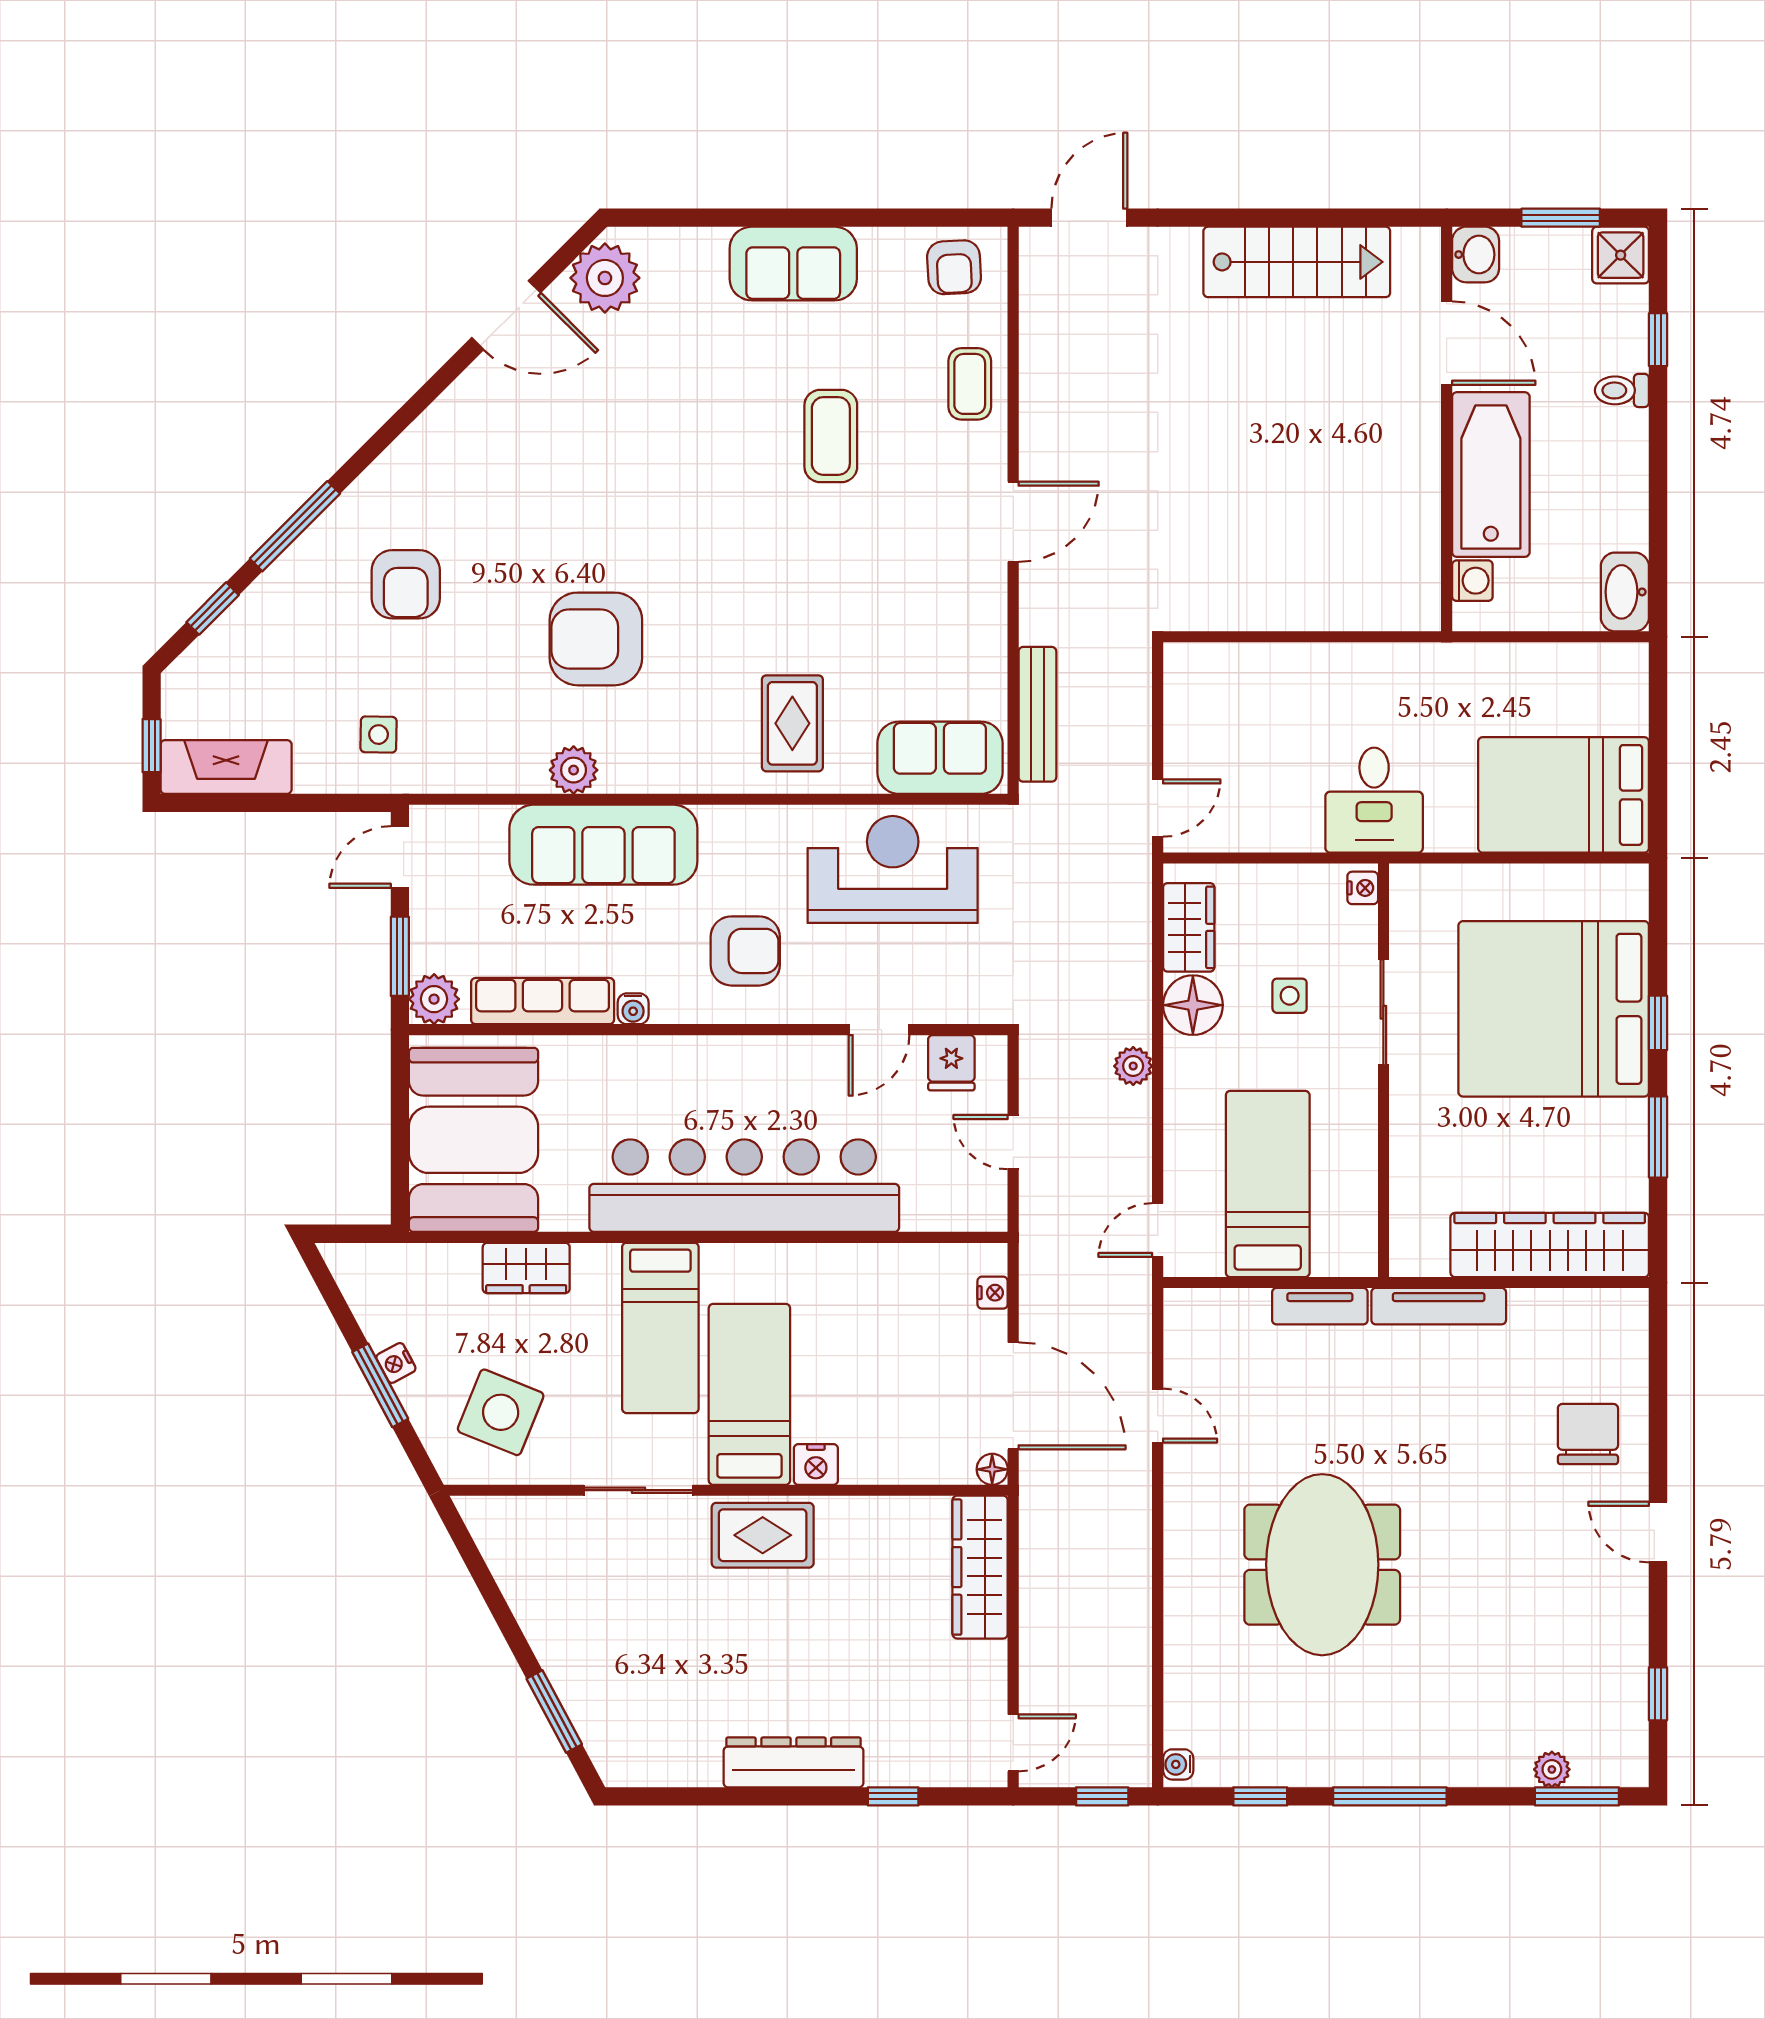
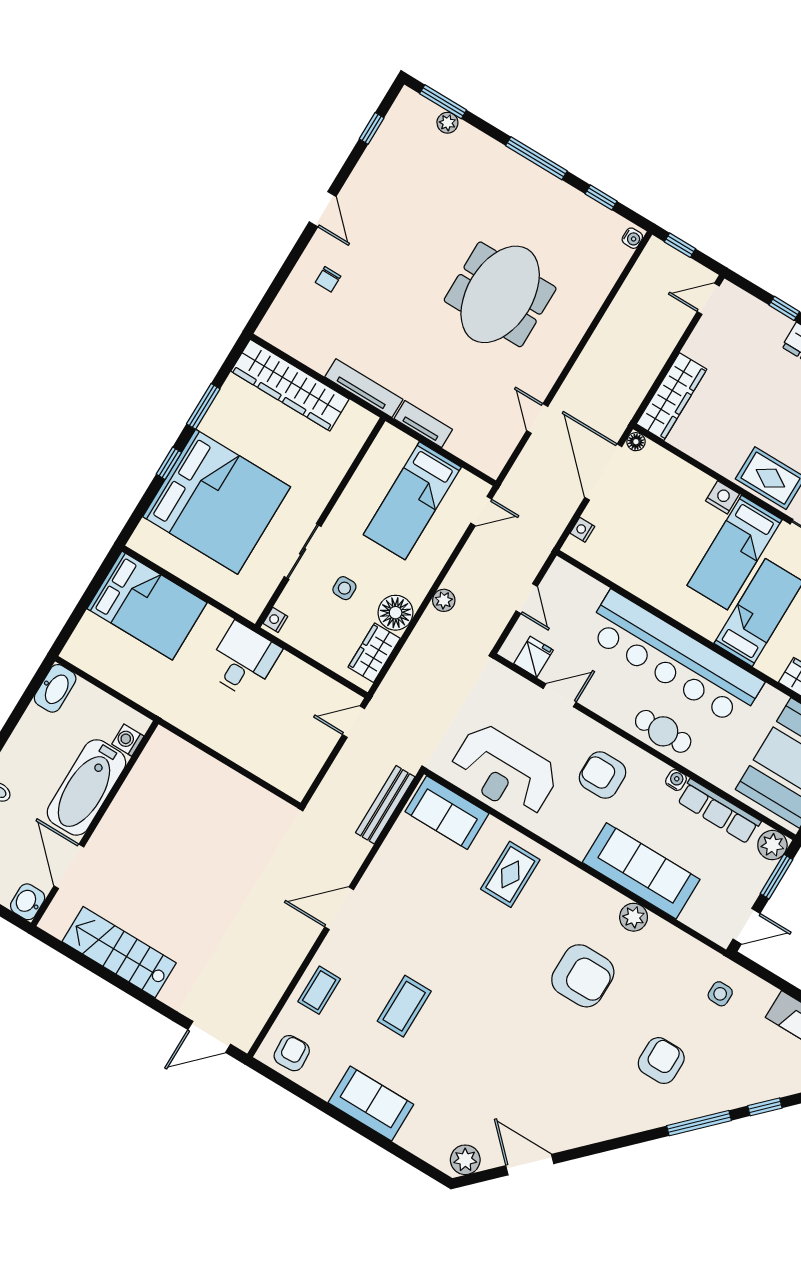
plant: (605, 278) -> (465, 1160), width x0.73, depth x0.73
cafe table: (695, 1069) -> (663, 731), added
chair: (1588, 1434) -> (328, 279), width x0.54, depth x0.54

